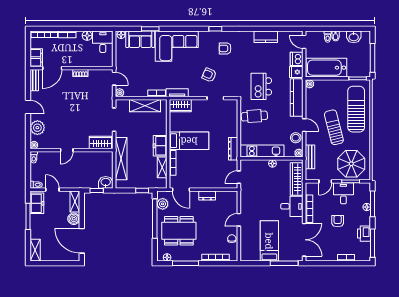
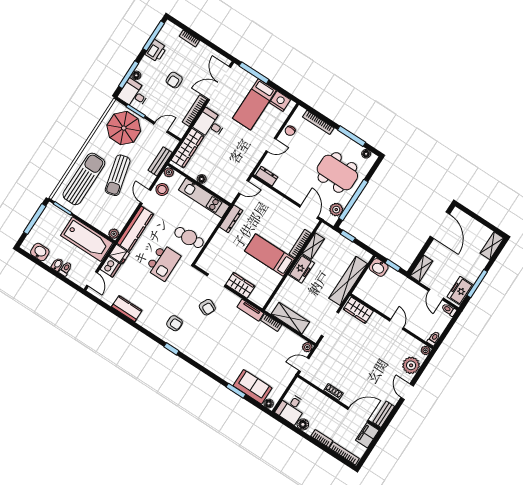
corner sofa: (177, 46) -> (221, 356), removed
door: (114, 79) -> (304, 365), hinge flipped
wardrobe: (180, 106) -> (240, 285), moved
sun lounger: (356, 109) -> (84, 179), turned 180
door: (67, 150) -> (397, 324), hinge flipped
desk: (343, 193) -> (134, 94), moved, turned 90
dresser: (207, 196) -> (267, 176), moved
boiler: (74, 219) -> (434, 252), removed
nightstand: (253, 255) -> (280, 101), added

